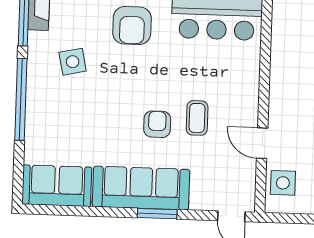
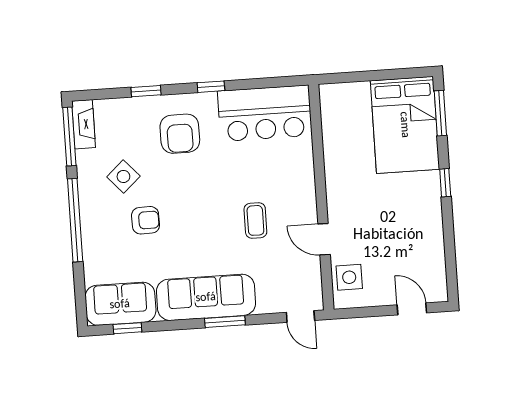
side table: (73, 62) -> (123, 176), turned -30
armchair: (157, 124) -> (146, 220), moved, turned 89
window: (61, 210) -> (127, 328), added

